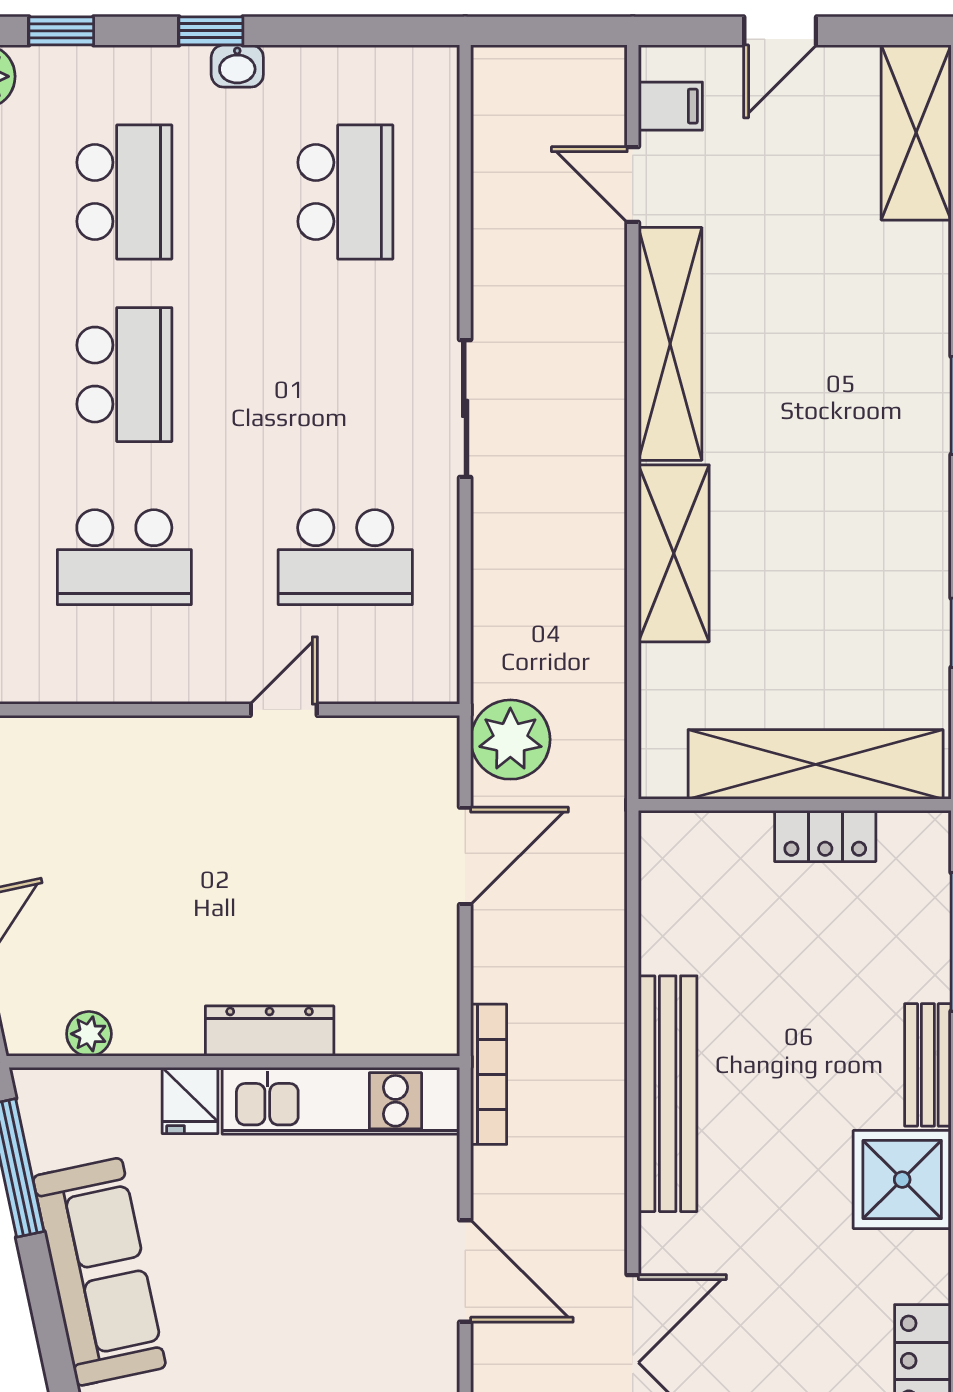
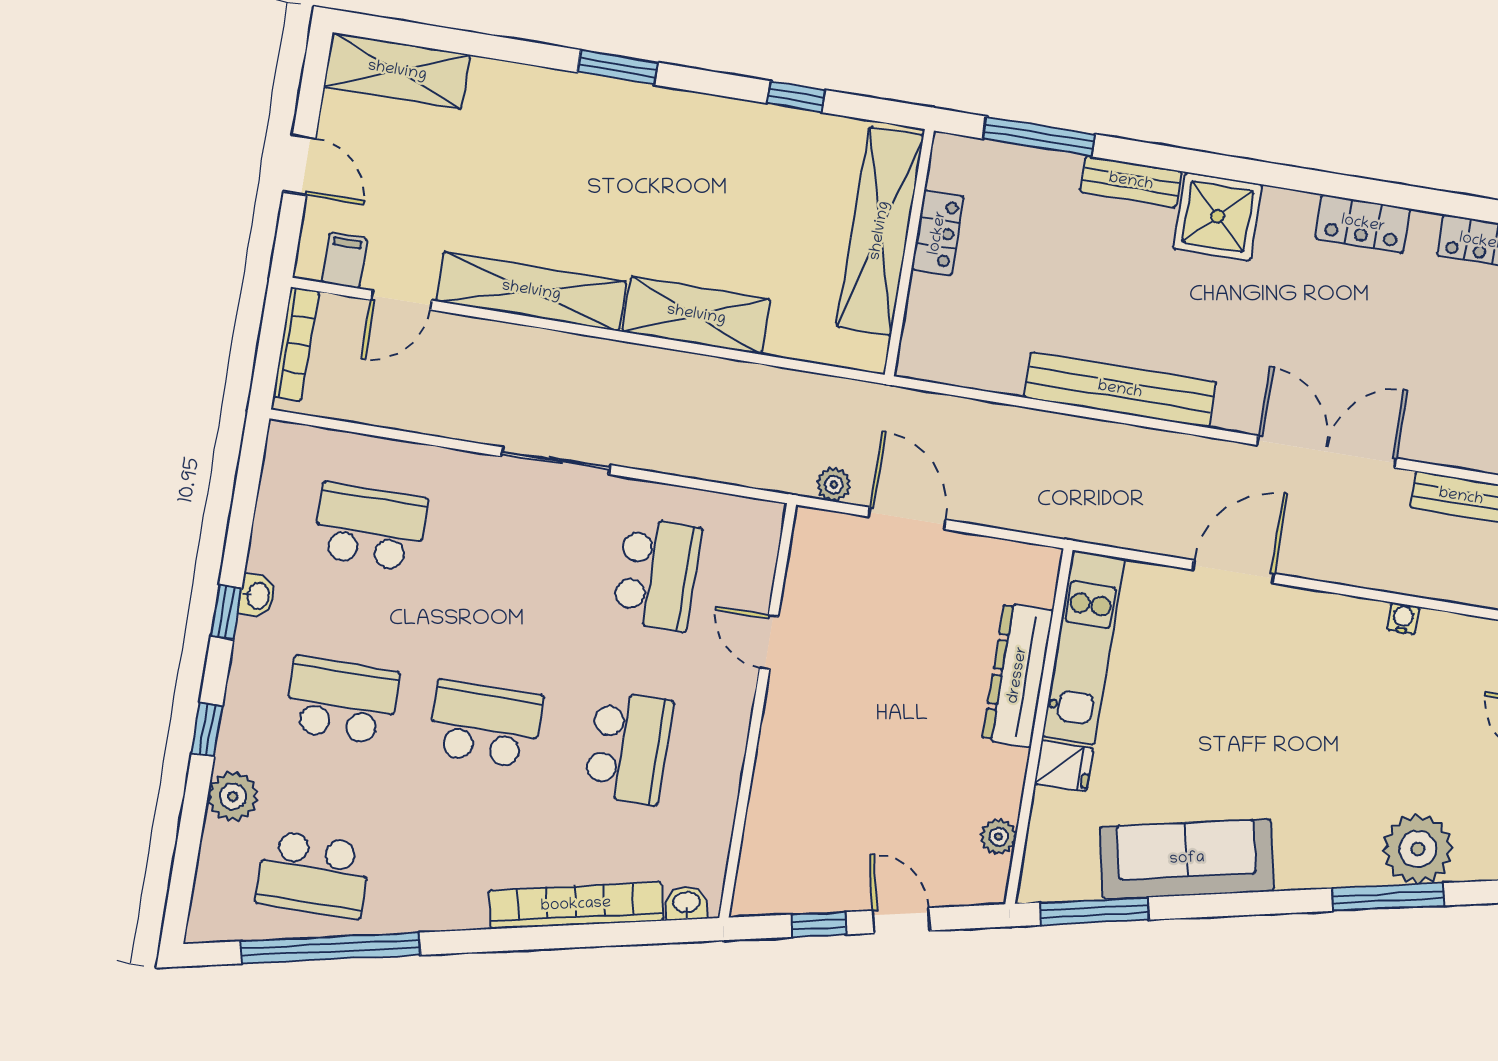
plant: (510, 740) -> (834, 485), width x0.53, depth x0.53
dresser: (270, 1031) -> (1018, 675), width x1.37, depth x1.24
bookcase: (489, 1074) -> (296, 344), moved, turned 90

